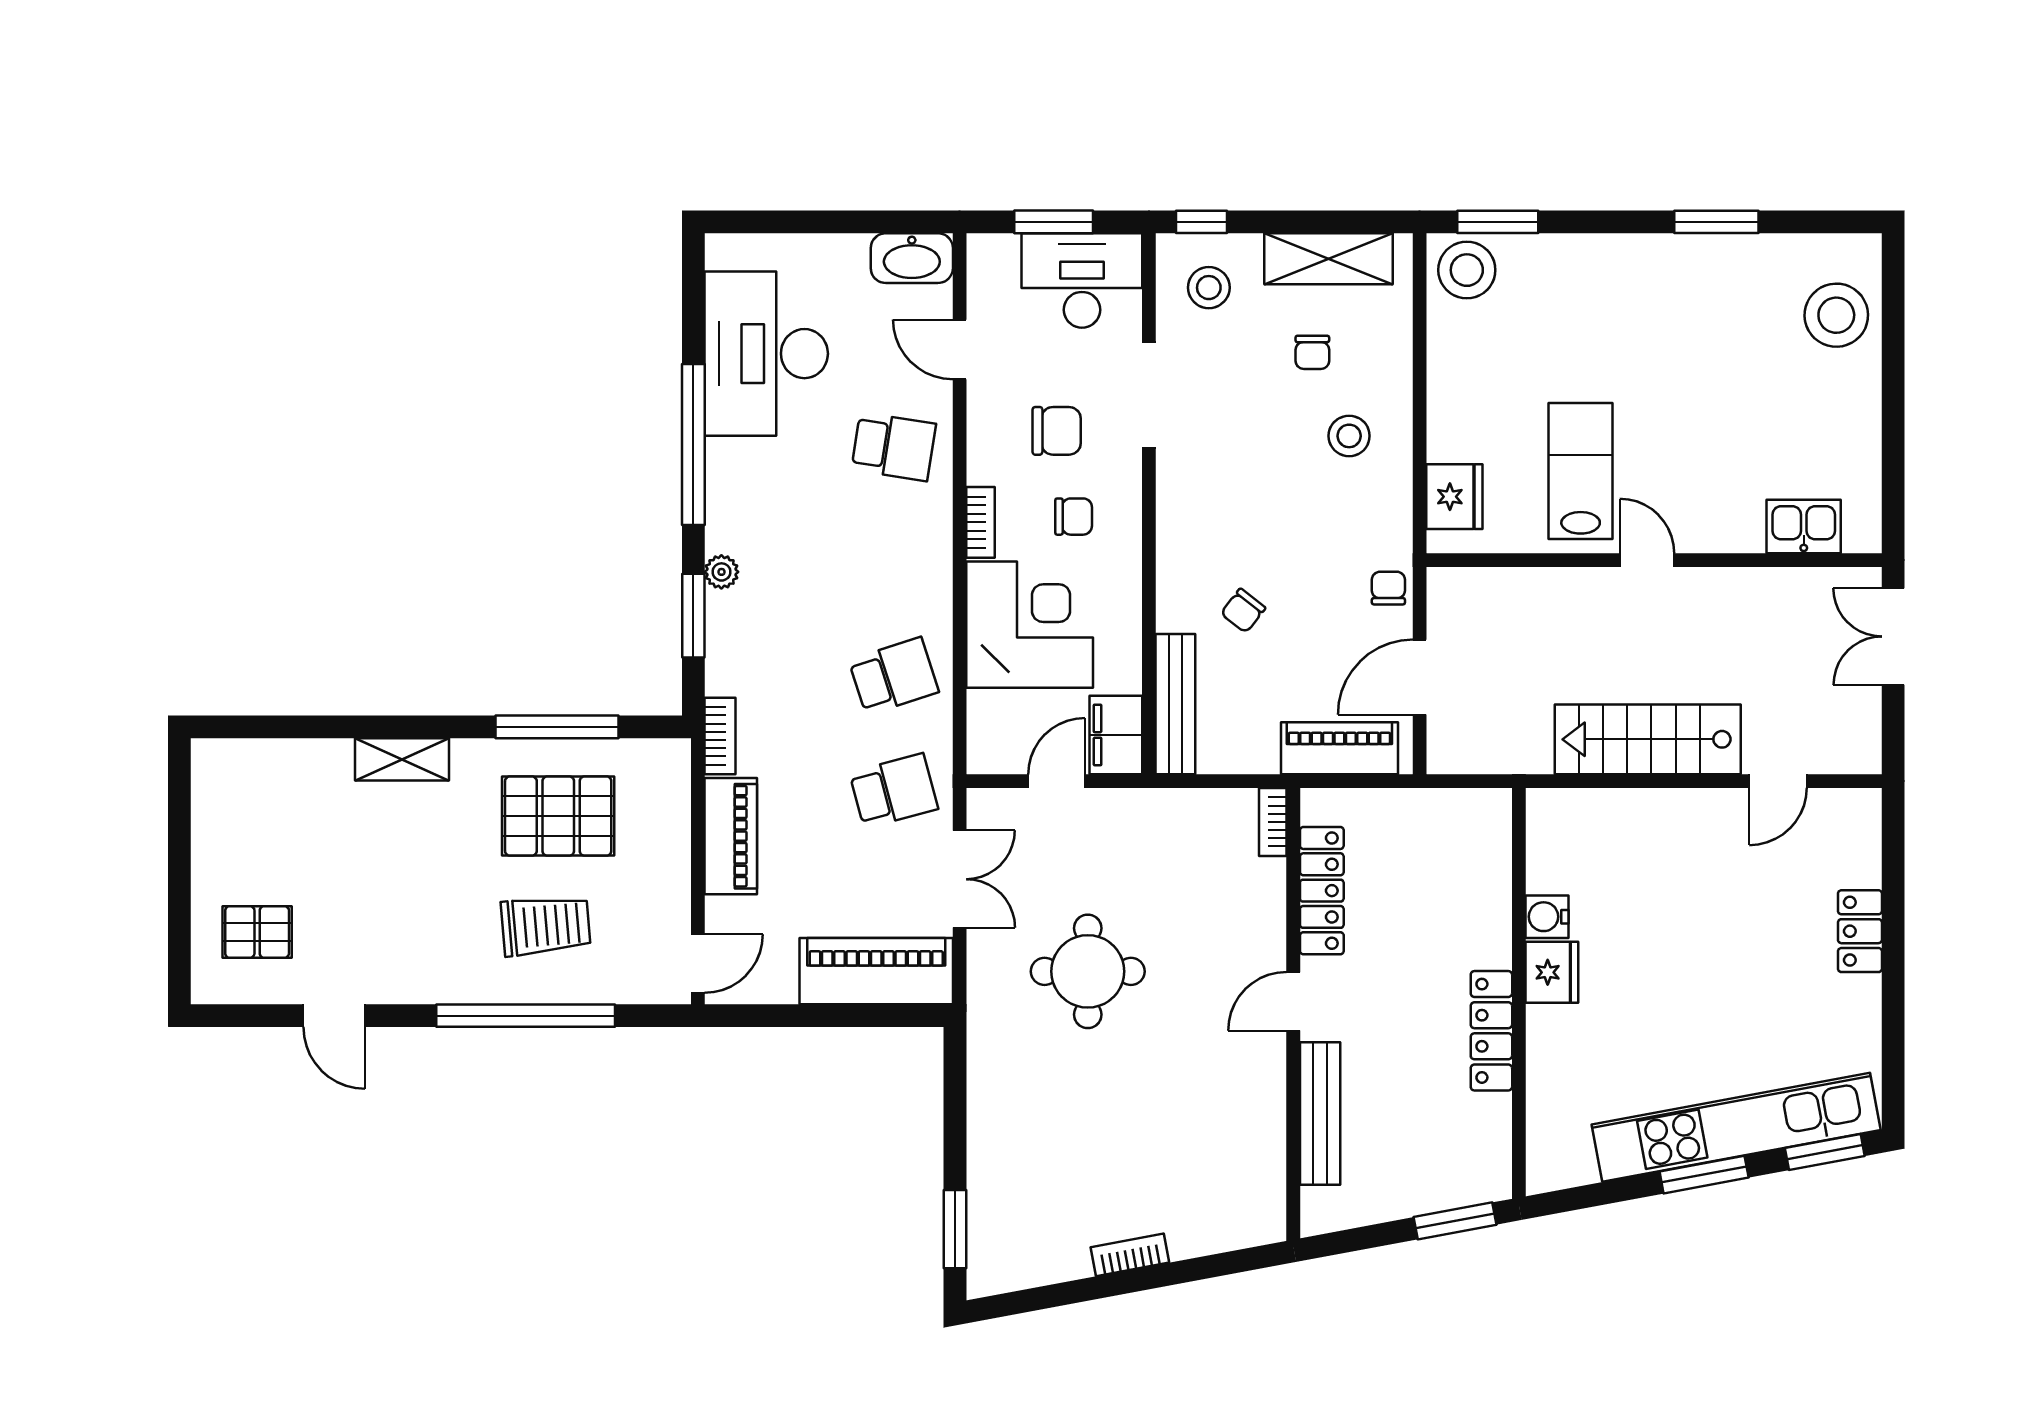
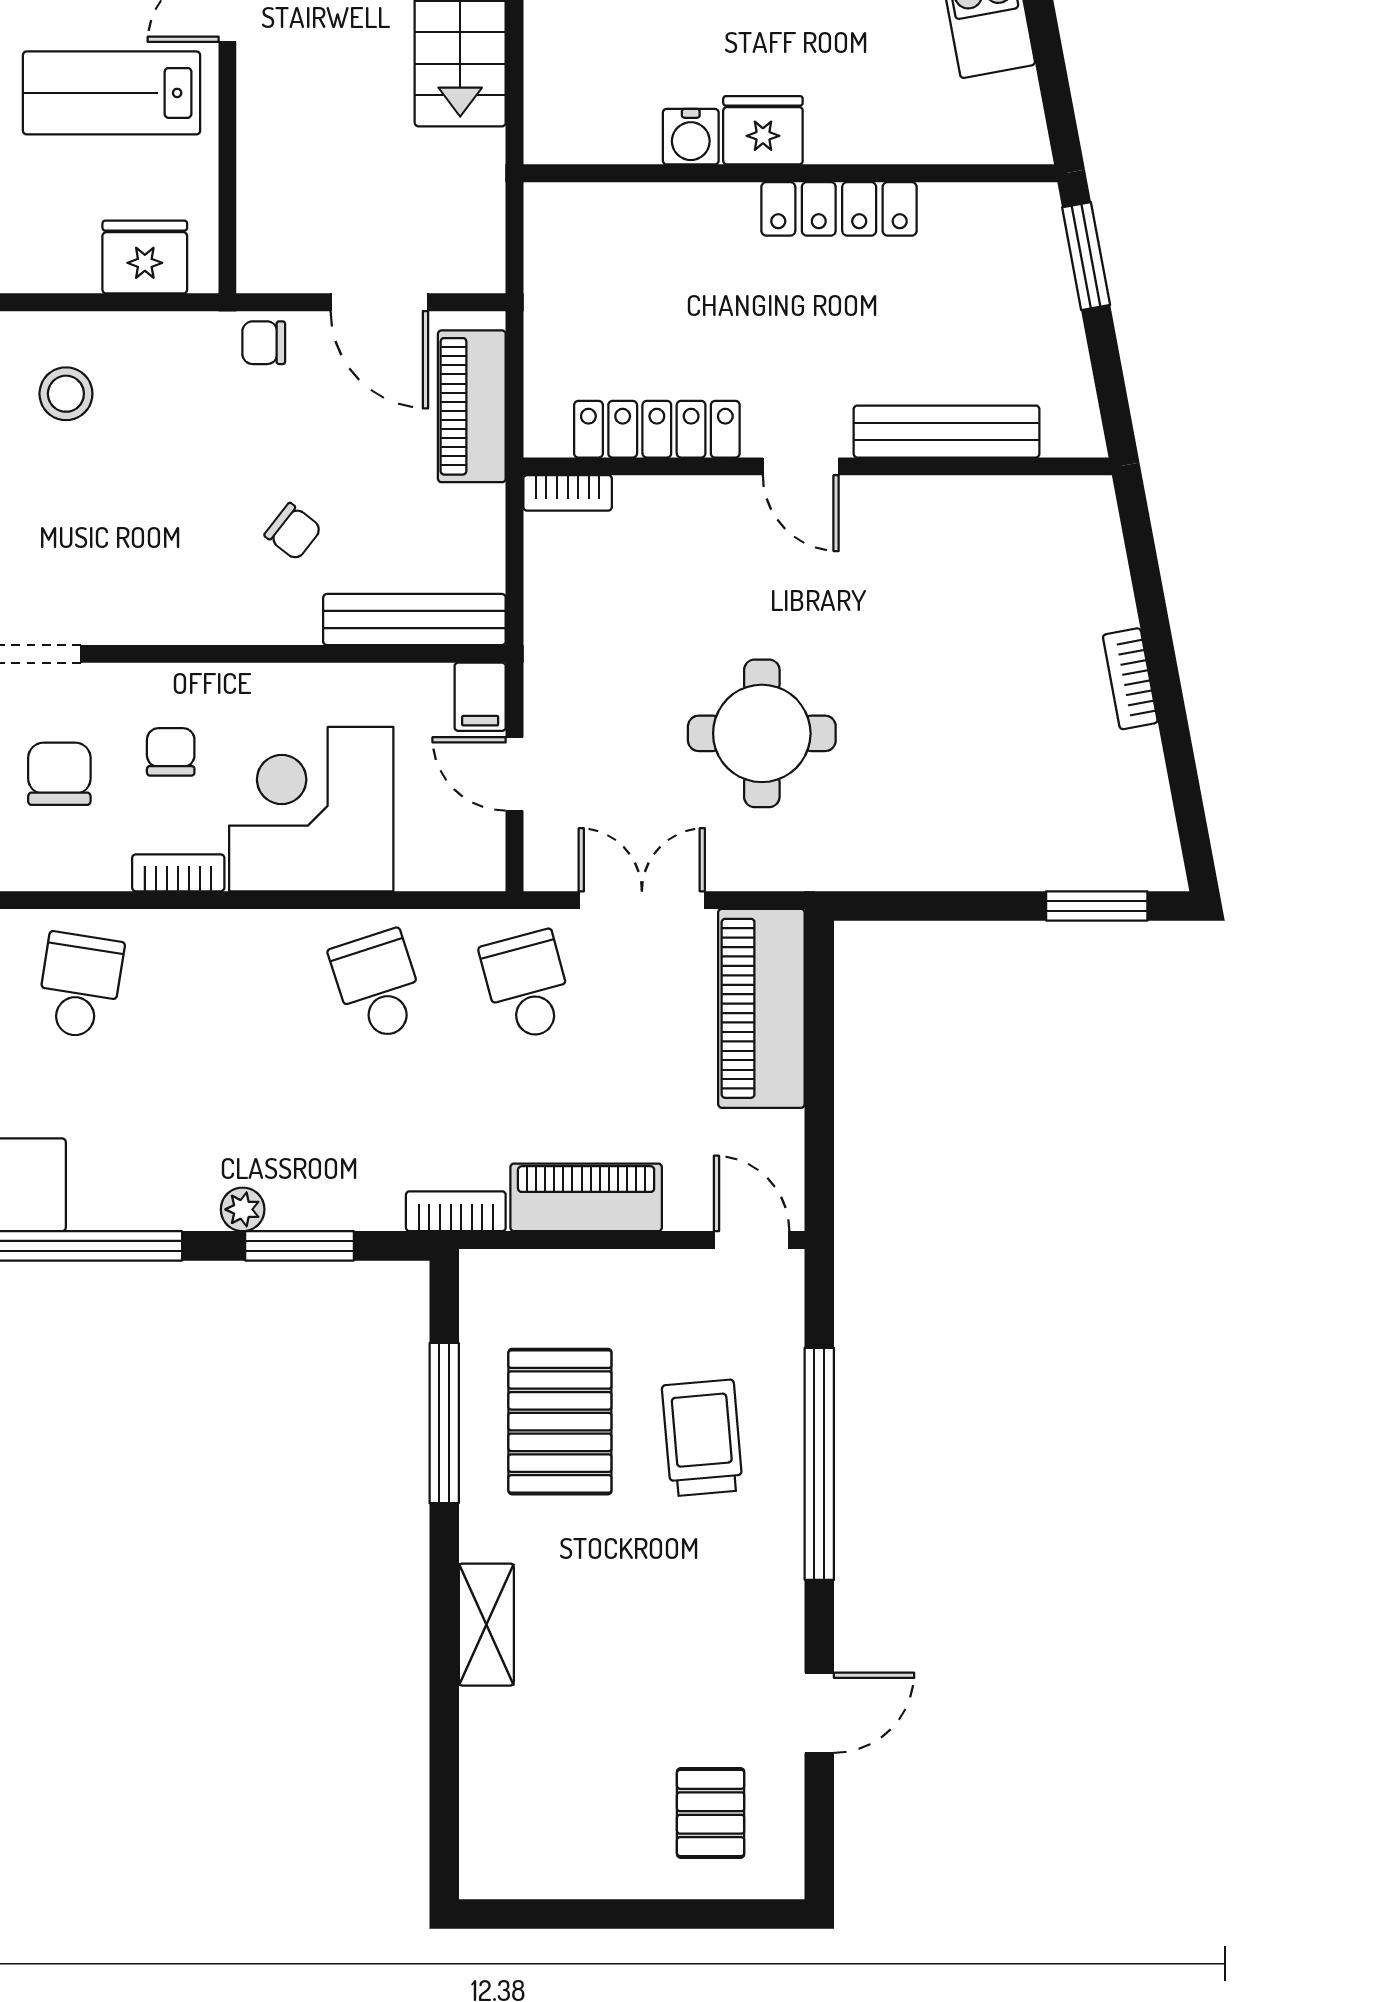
filing cabinet: (1116, 735) -> (480, 697), width x0.50

